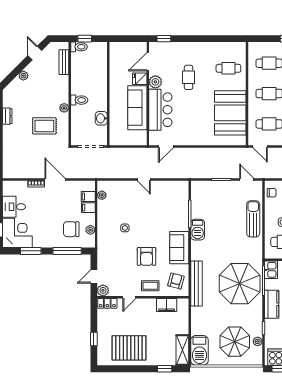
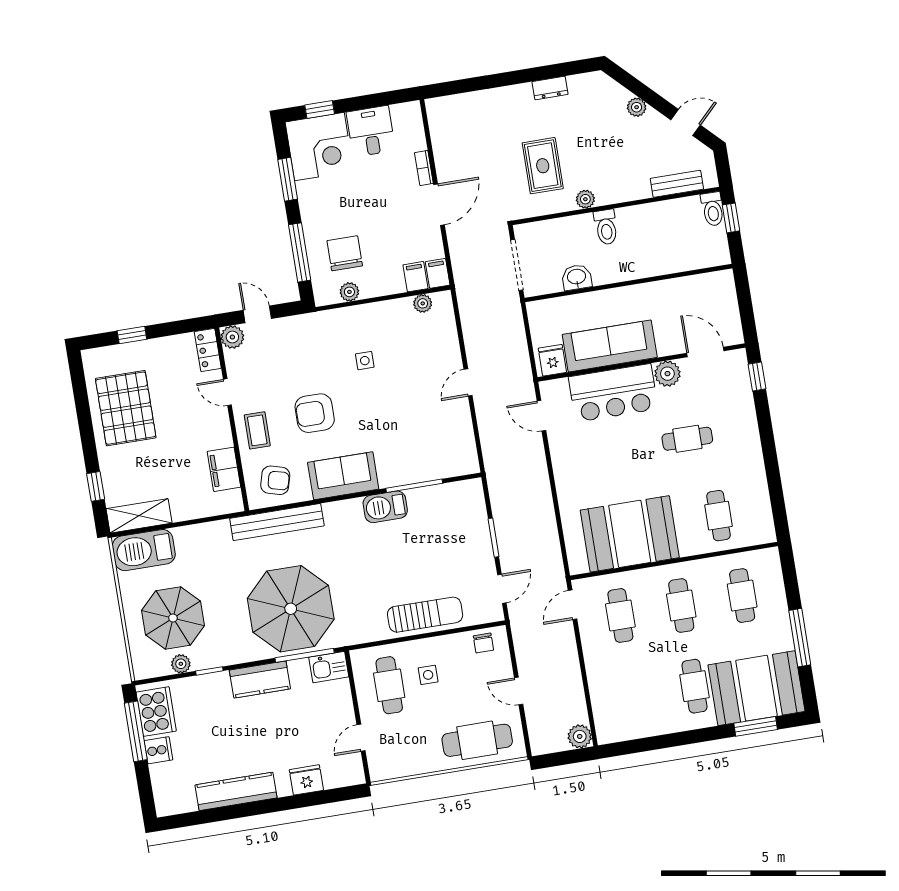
fridge: (140, 79) -> (552, 360), moved
filing cabinet: (88, 208) -> (438, 273), moved

